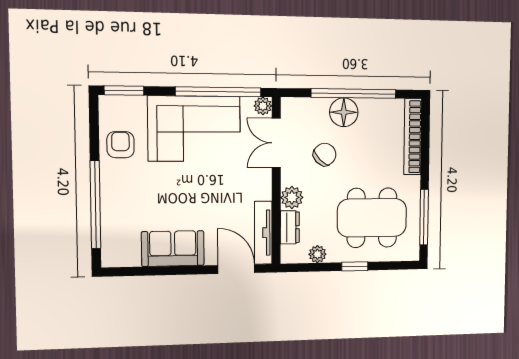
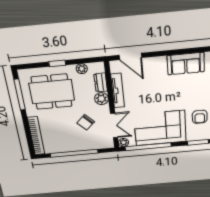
floor lamp: (344, 112) -> (78, 144), removed
tv unit: (263, 233) -> (118, 91), moved
sofa: (173, 249) -> (186, 64), moved

